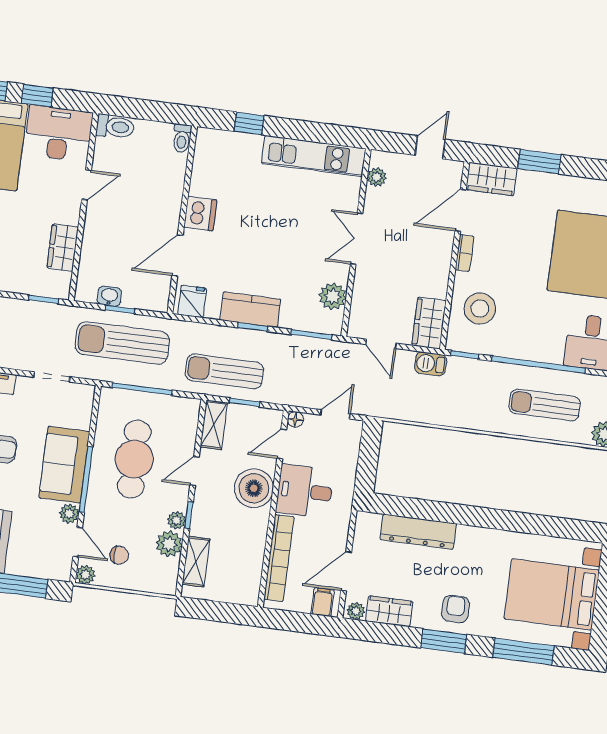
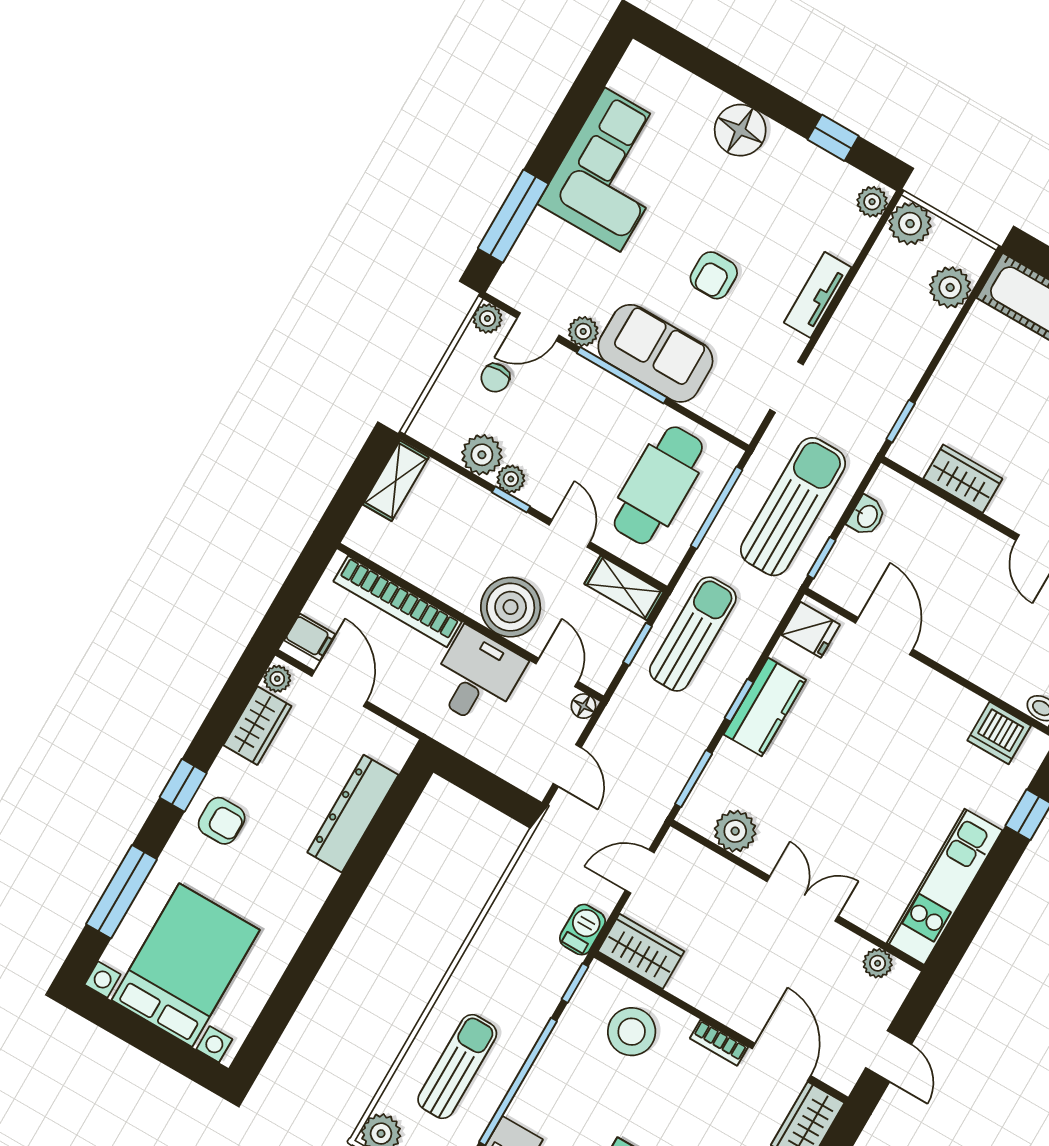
dishwasher: (200, 214) -> (999, 733), moved
window: (120, 309) -> (822, 558), moved
cafe table: (134, 459) -> (658, 485), moved, turned 90
shelving: (196, 562) -> (396, 481), moved, turned 90
window: (444, 641) -> (183, 785), width x0.67

